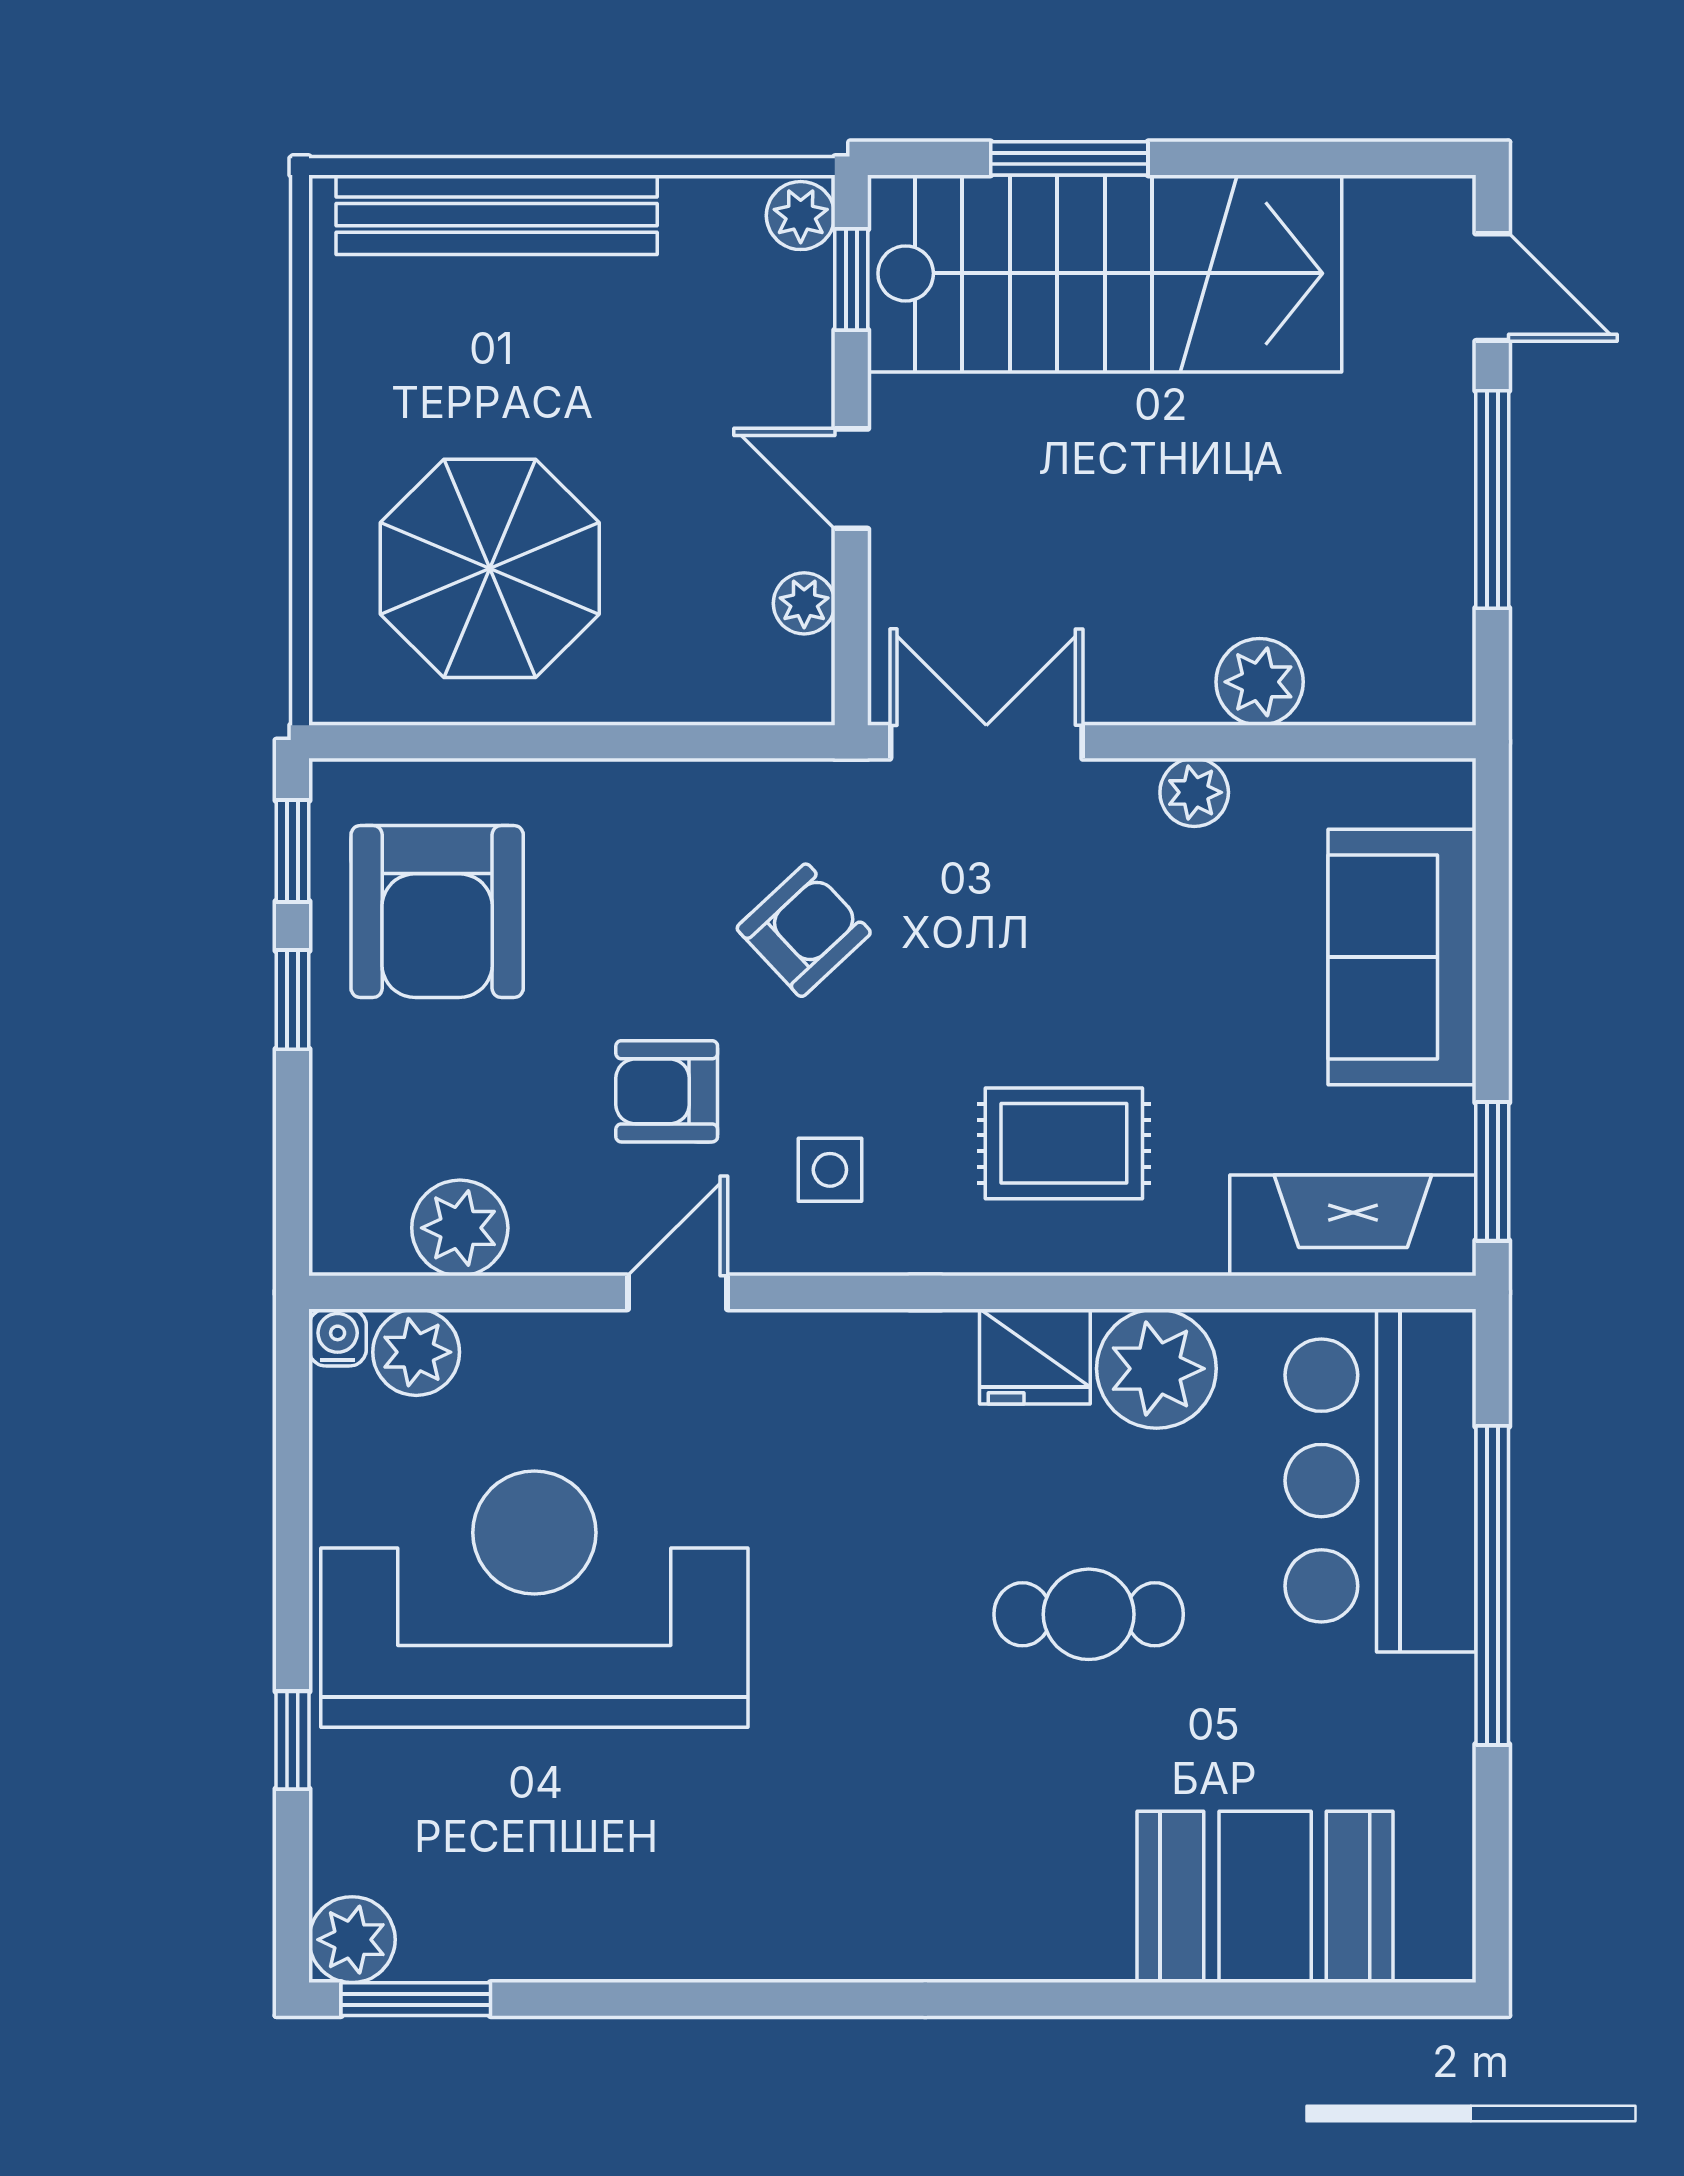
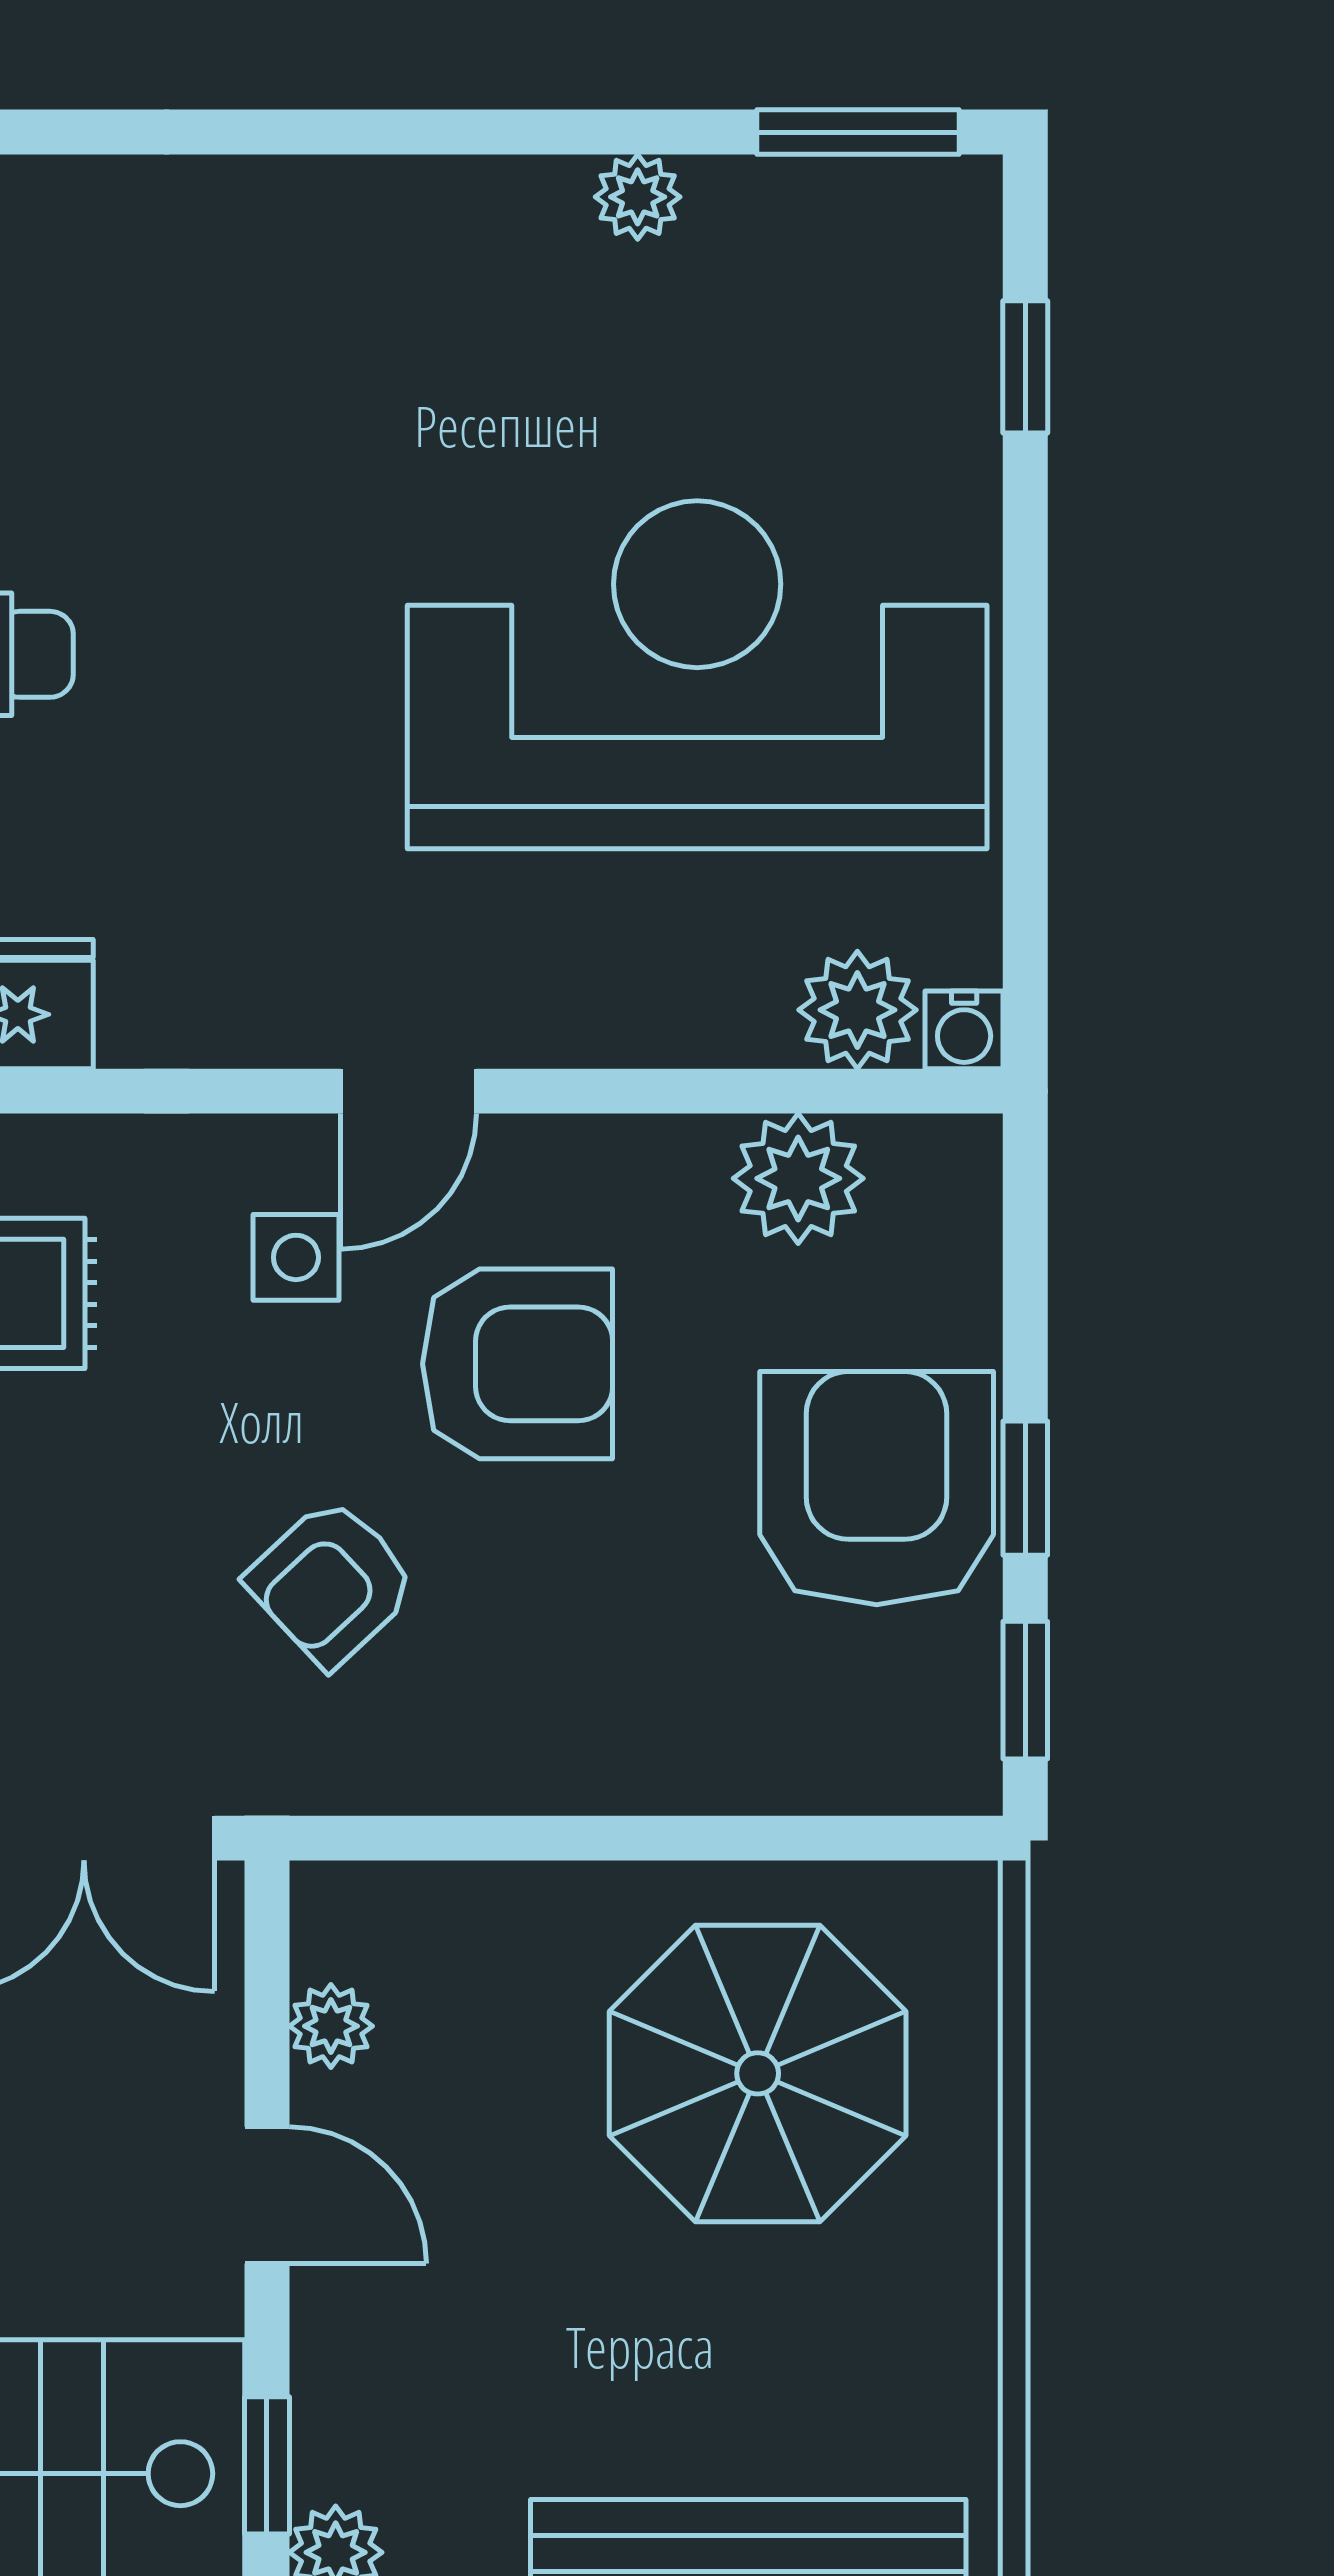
armchair: (437, 912) -> (877, 1488), moved
armchair: (667, 1091) -> (518, 1364), width x1.38, depth x1.38
door: (678, 1292) -> (408, 1091), moved
reception desk: (534, 1599) -> (697, 675), turned 180
window: (292, 1740) -> (1025, 367), moved
plant: (352, 1940) -> (638, 197), moved, width x0.73, depth x0.73

